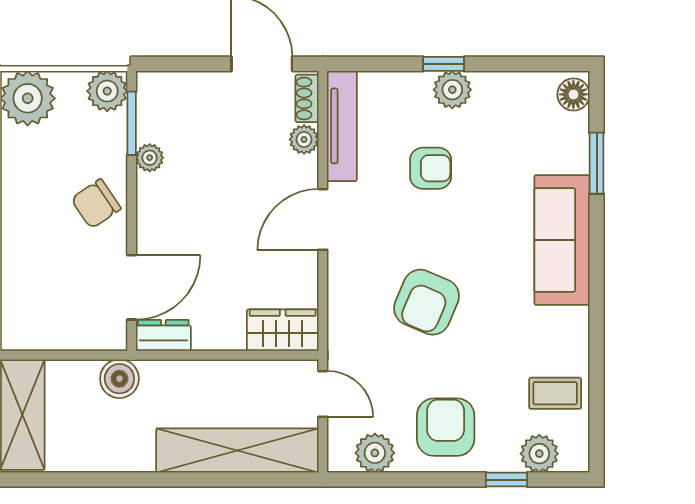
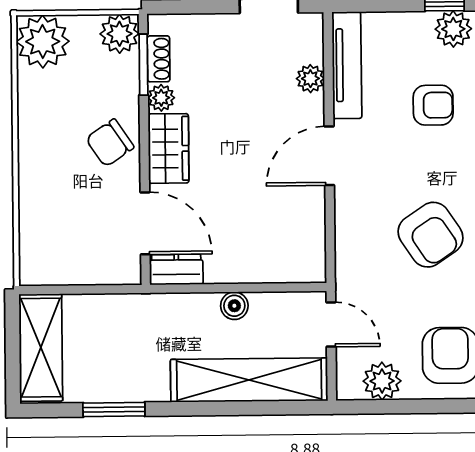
shoe rack: (307, 98) -> (159, 59), moved, turned 180
door: (132, 287) -> (145, 223), hinge flipped
armchair: (427, 302) -> (431, 235), turned -57
wardrobe: (283, 330) -> (169, 148), moved, turned 90
boiler: (119, 379) -> (234, 306), moved, width x0.73, depth x0.73
window: (97, 480) -> (114, 410), added

